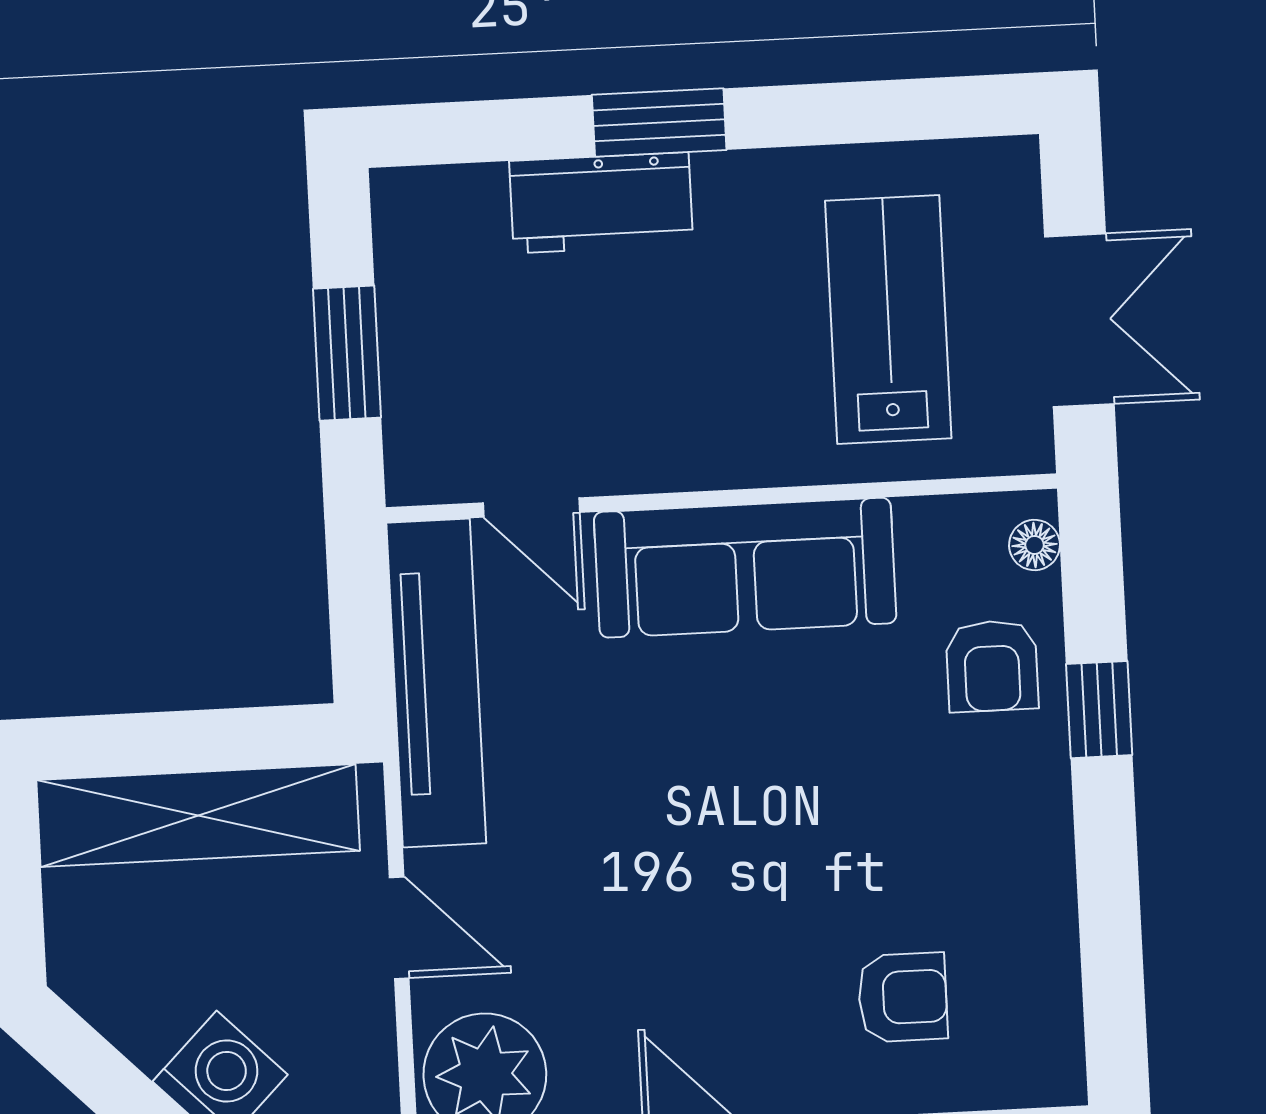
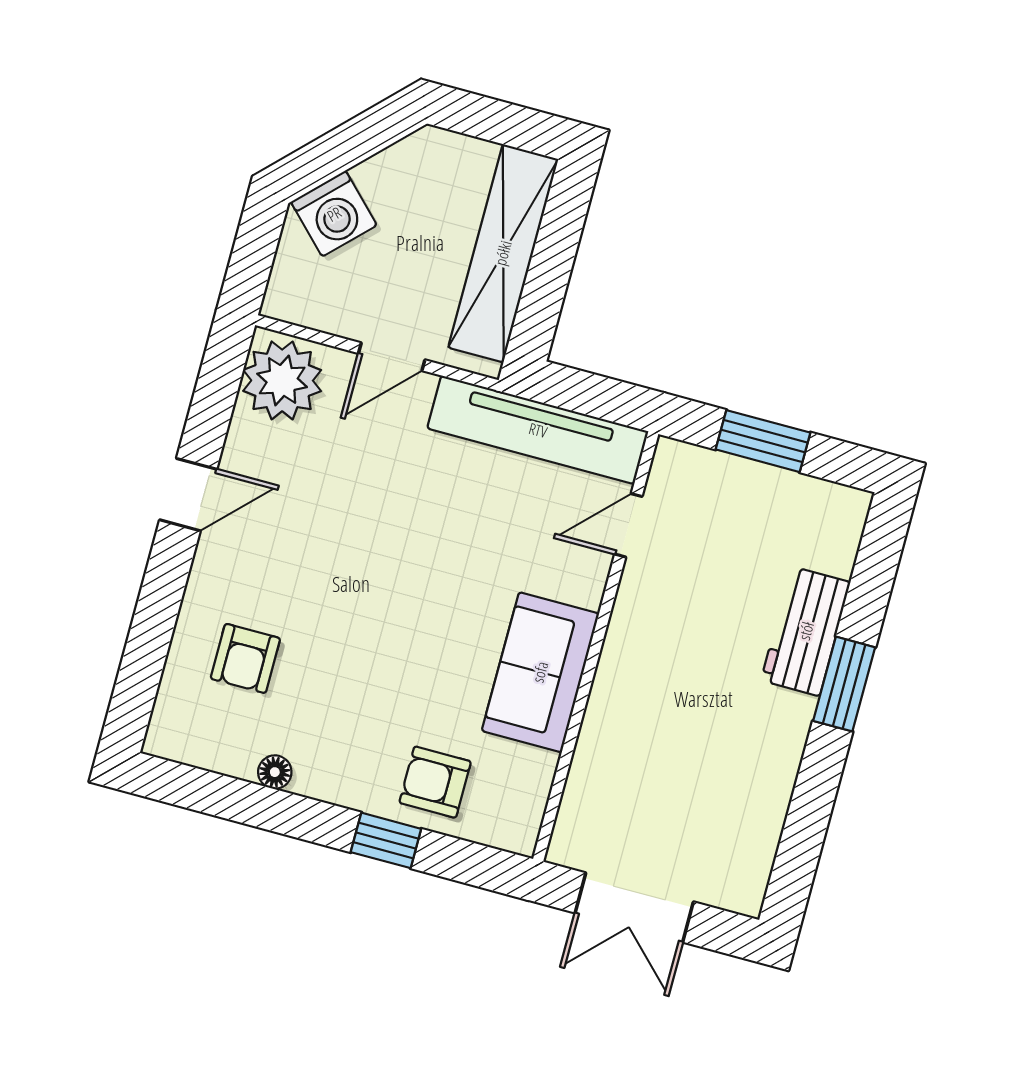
lab bench: (888, 320) -> (674, 788), removed
floor lamp: (1034, 545) -> (275, 772), moved
sofa: (745, 568) -> (540, 672), width x0.73

